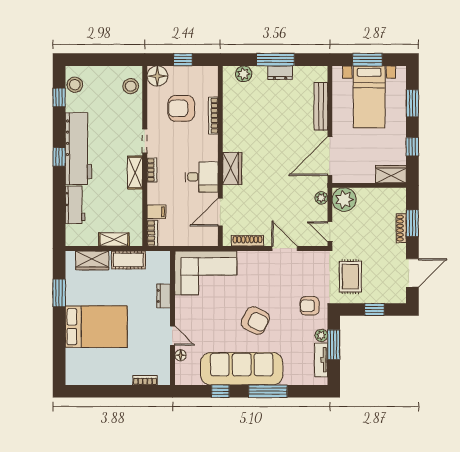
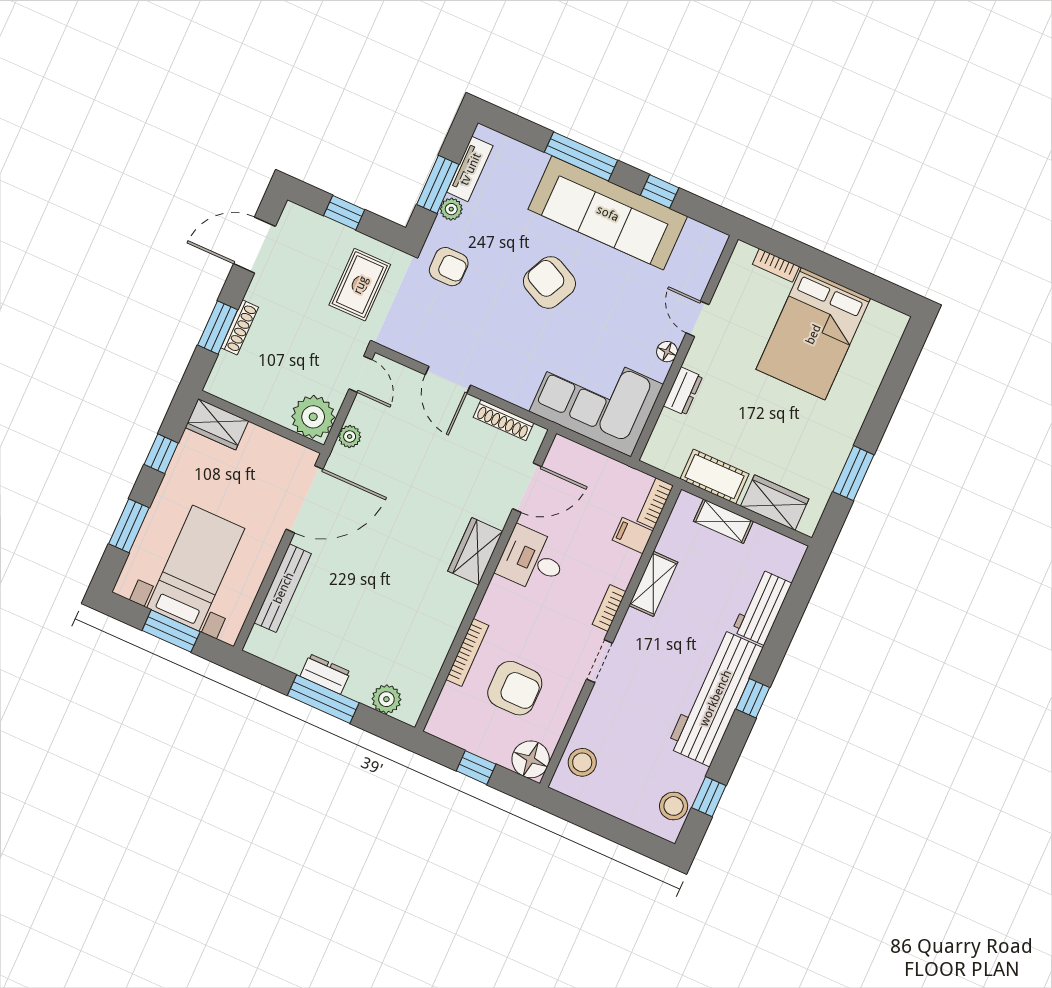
shelving: (135, 173) -> (653, 584), moved
bed: (96, 327) -> (813, 334), moved, turned -90
floor lamp: (181, 355) -> (667, 352), moved

